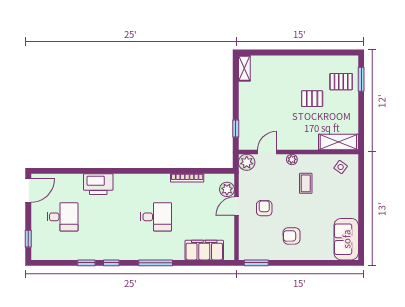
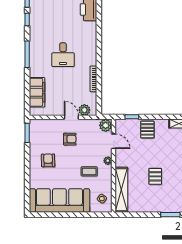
pallet: (341, 82) -> (147, 129), moved
shelving: (338, 142) -> (121, 190), width x1.47
sofa: (346, 239) -> (59, 200), width x1.85, depth x1.27

